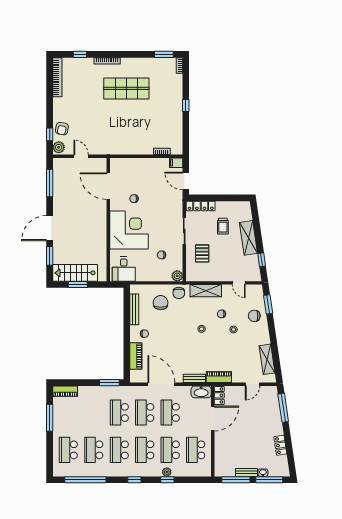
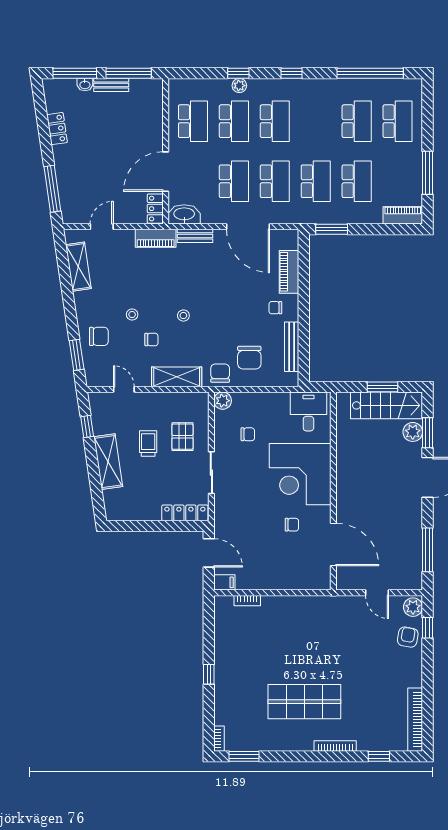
trolley: (223, 226) -> (148, 443), moved
plant: (59, 256) -> (413, 432), added
school desk: (119, 450) -> (357, 181), moved

